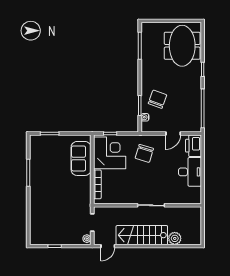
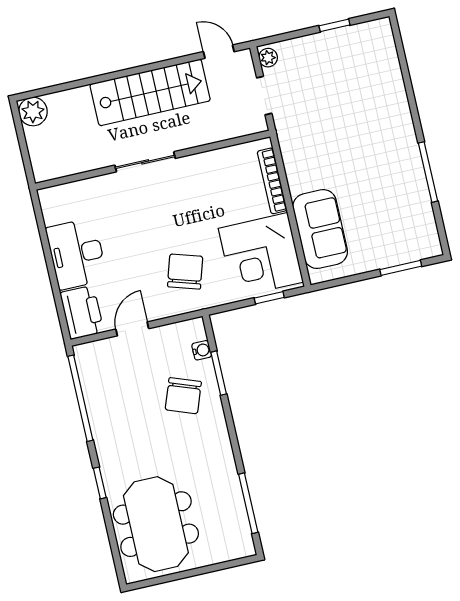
plant: (175, 238) -> (33, 112), moved
door: (108, 246) -> (219, 52), hinge flipped

